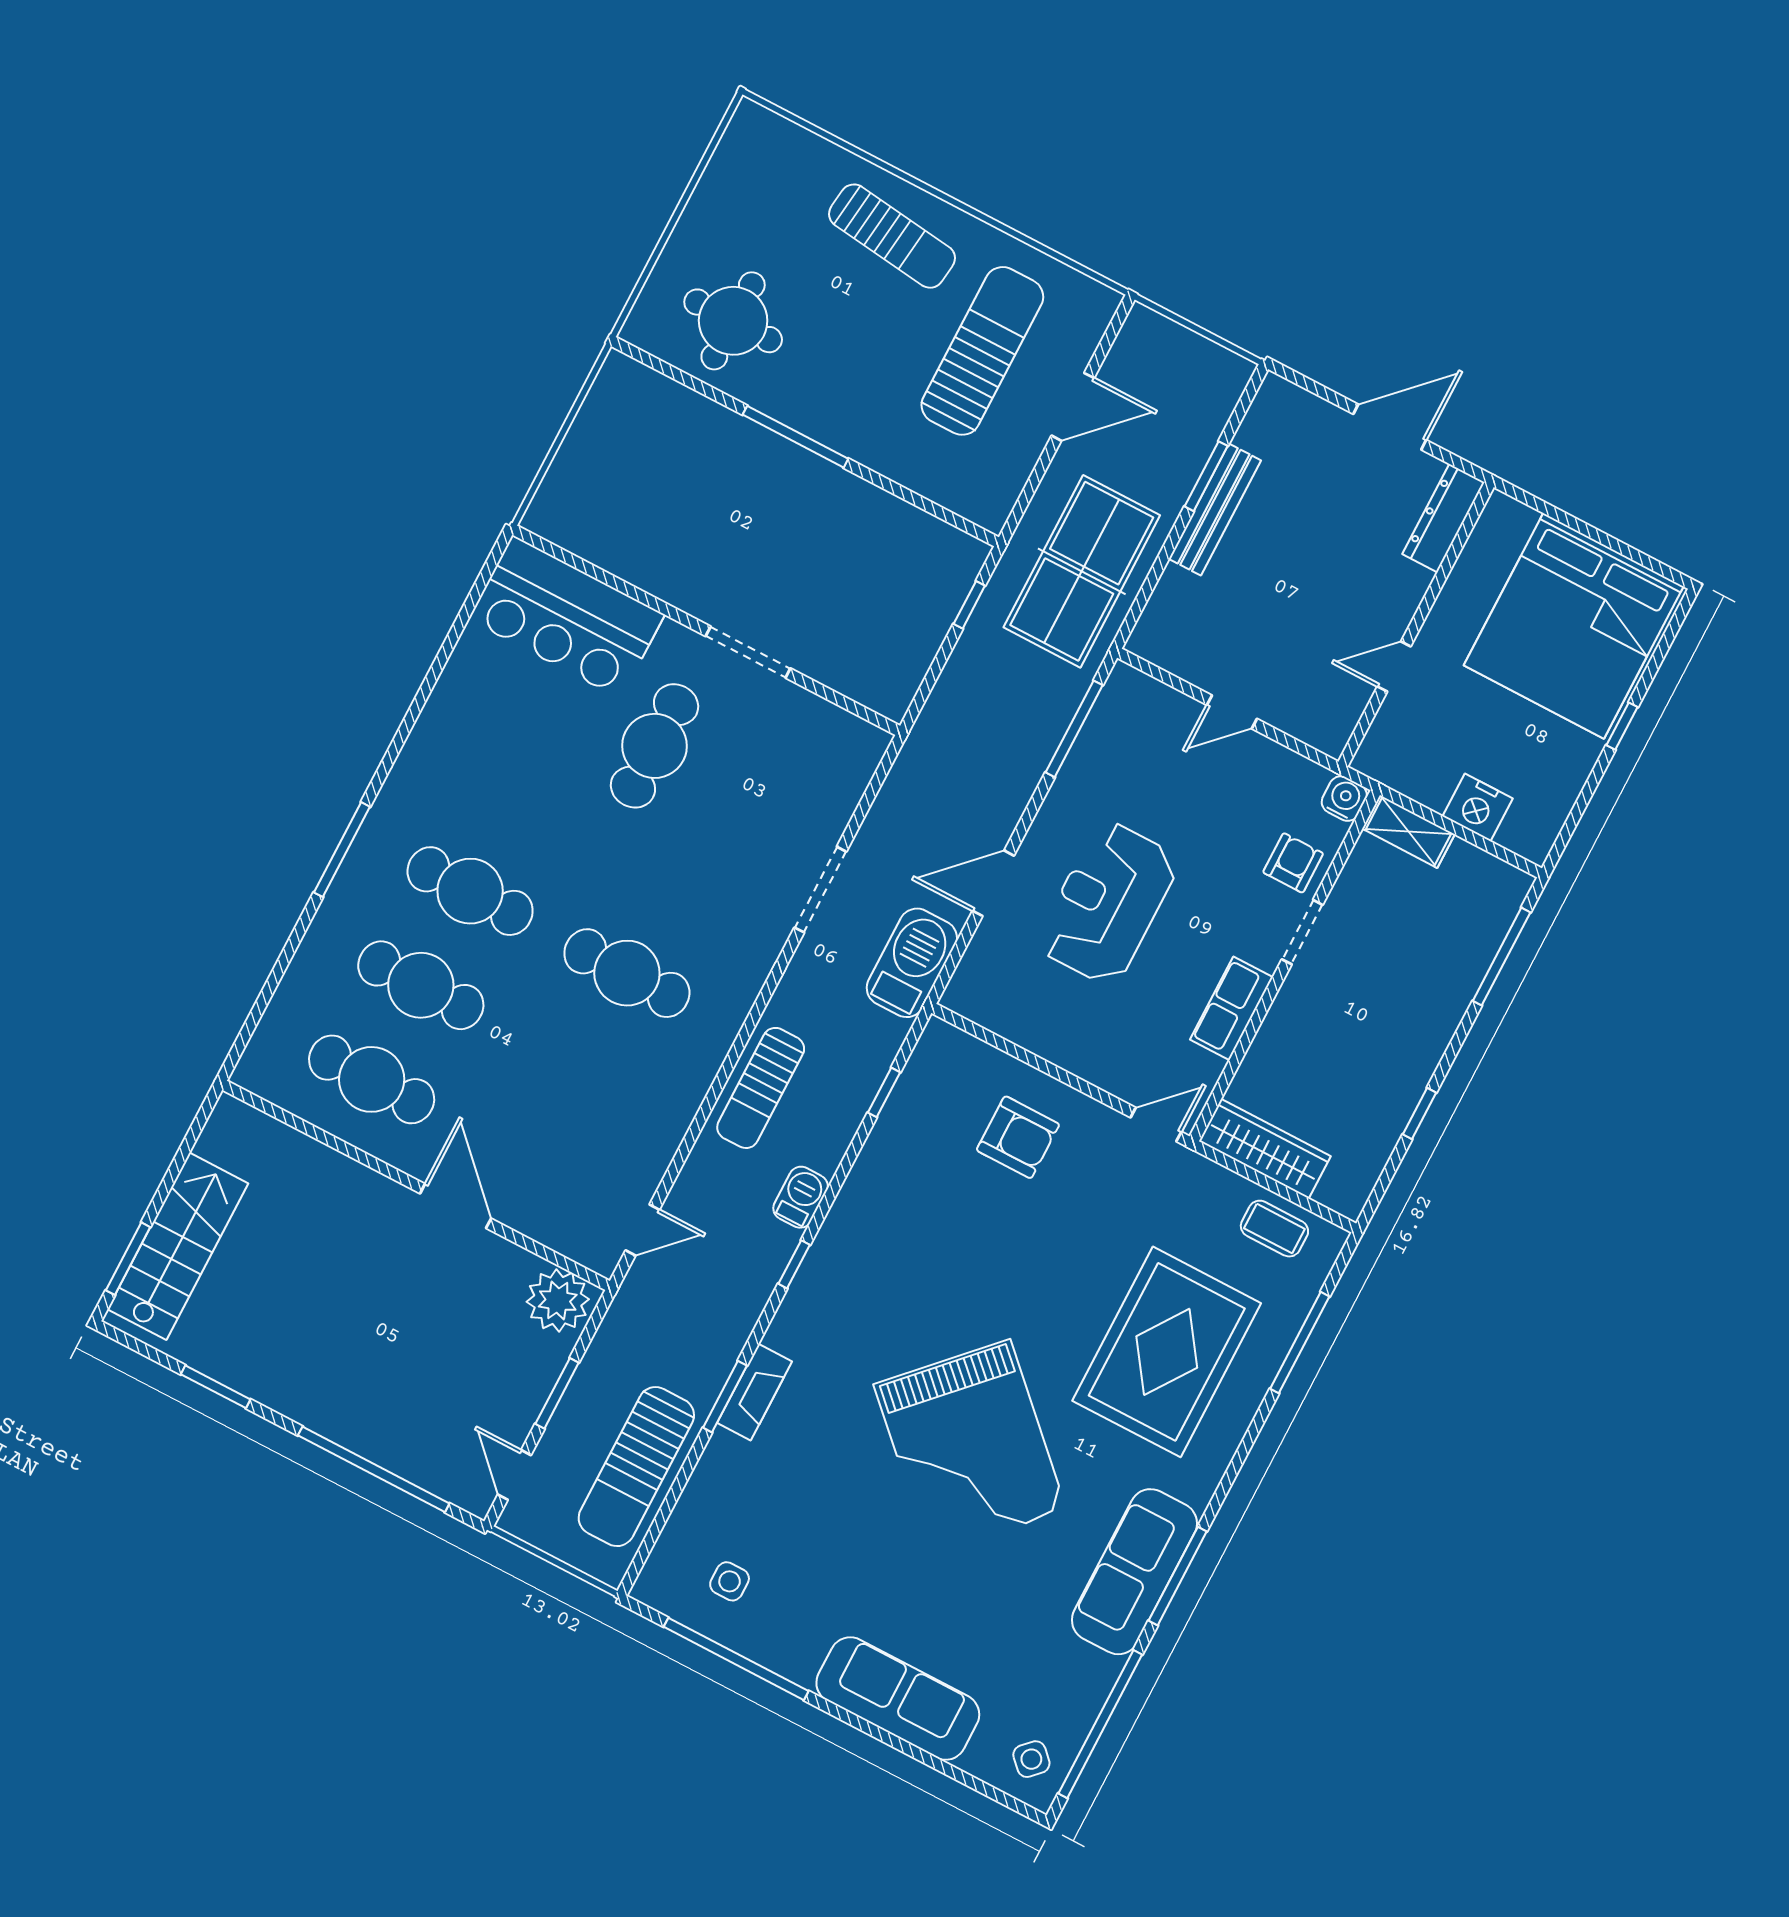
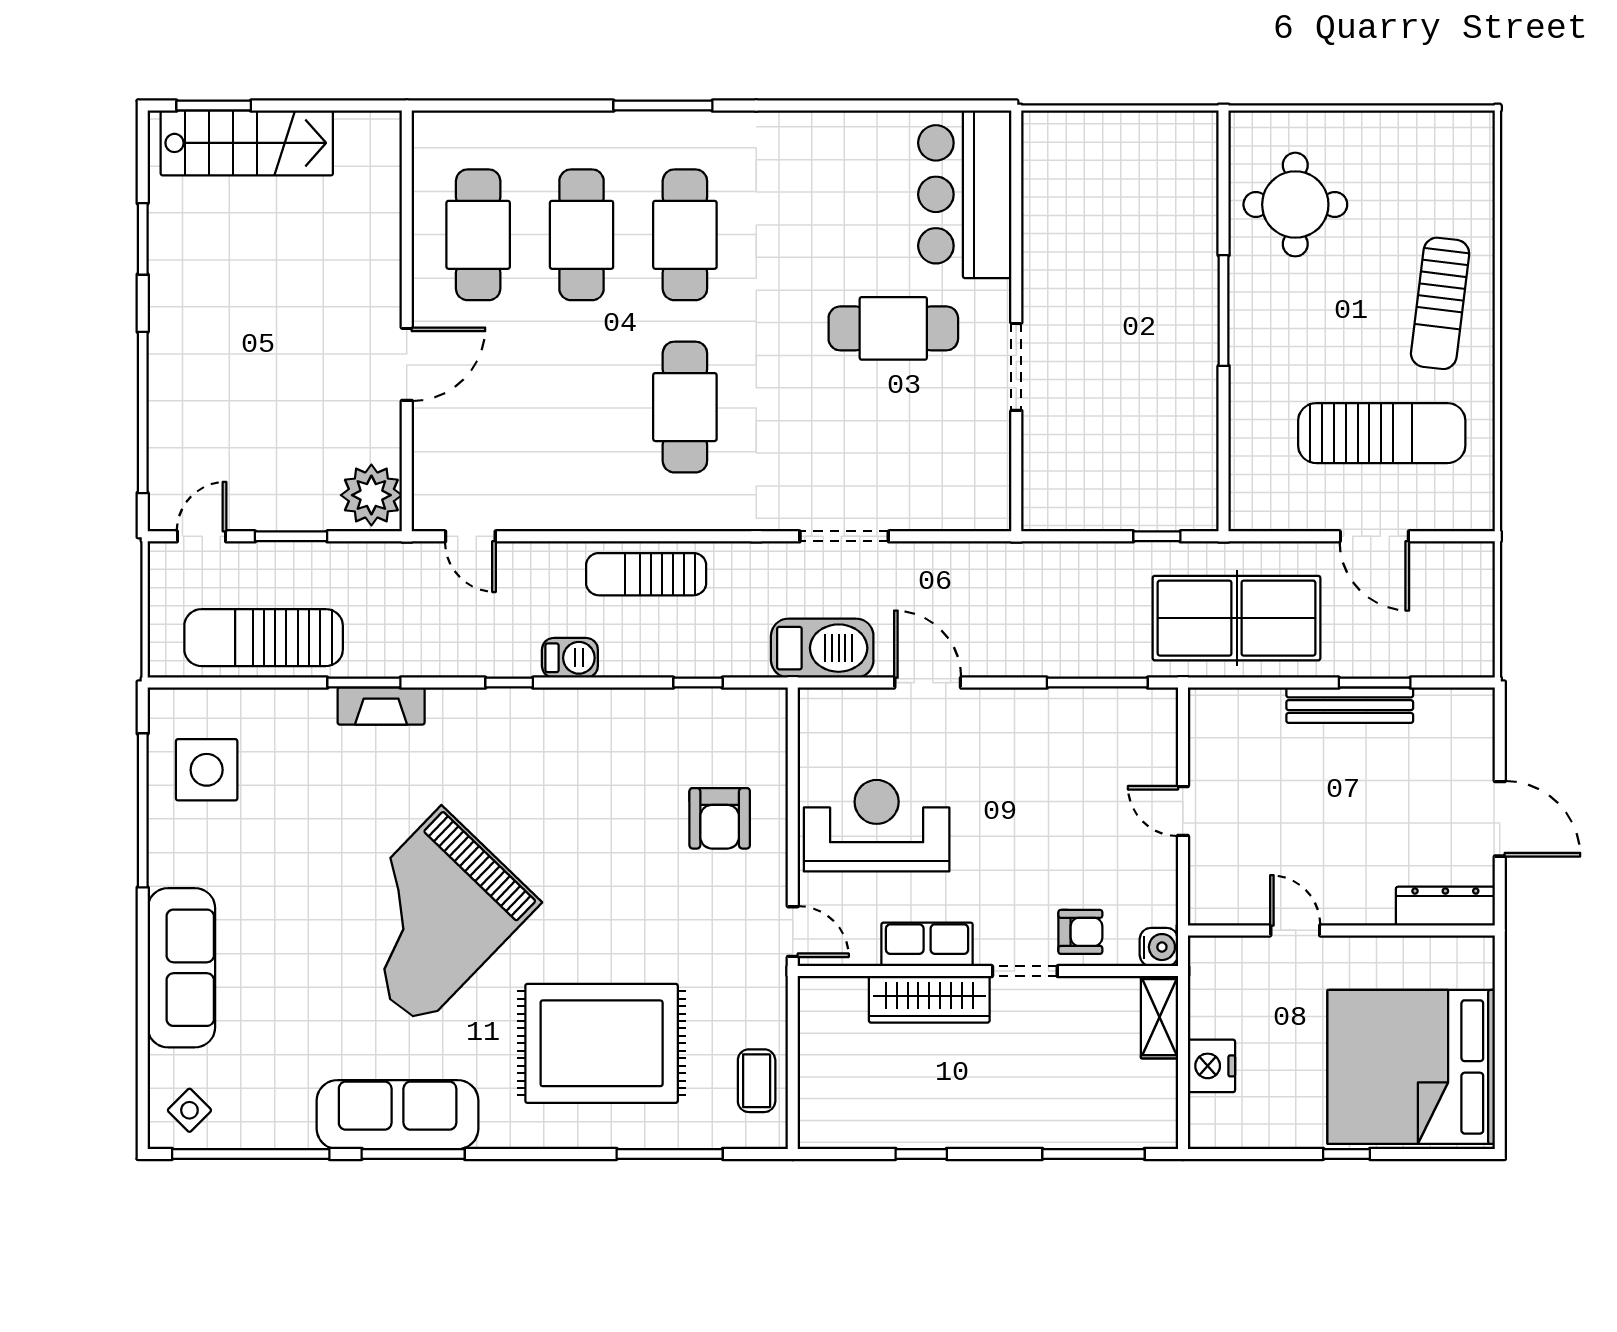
reception desk: (1108, 903) -> (877, 826), moved
wardrobe: (1265, 1149) -> (929, 999), moved, turned 90
side table: (730, 1581) -> (207, 770), width x1.87, depth x1.87

